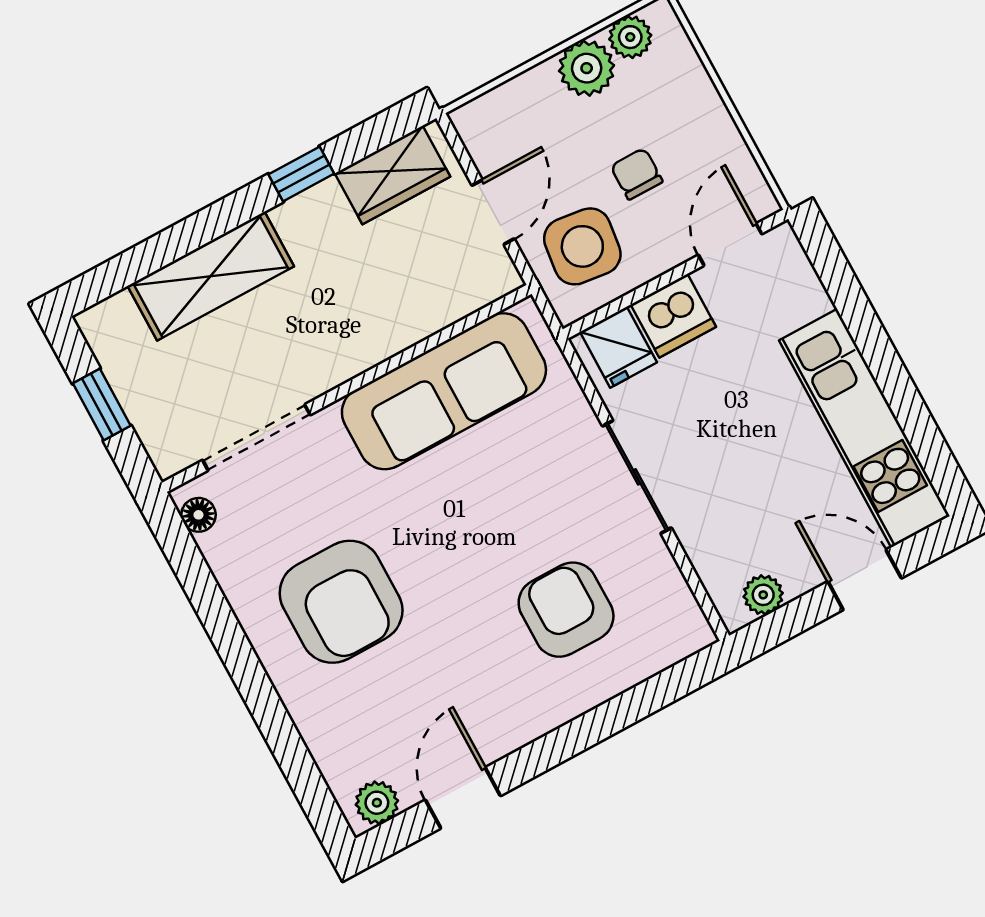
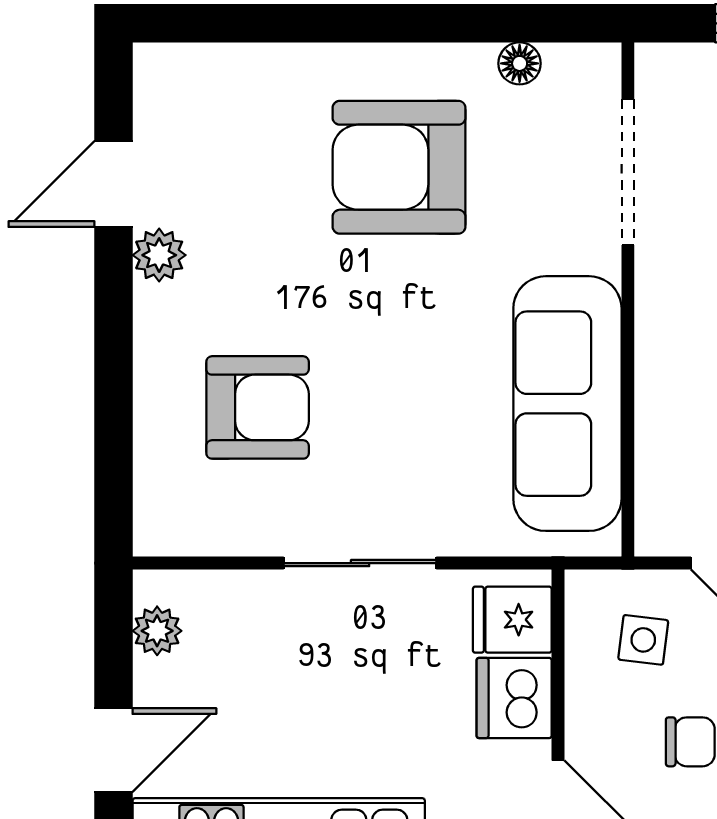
side table: (582, 246) -> (643, 640), width x0.54, depth x0.54
floor lamp: (199, 515) -> (520, 63), moved
door: (463, 798) -> (114, 184), swing flipped
plant: (377, 803) -> (159, 255), moved

